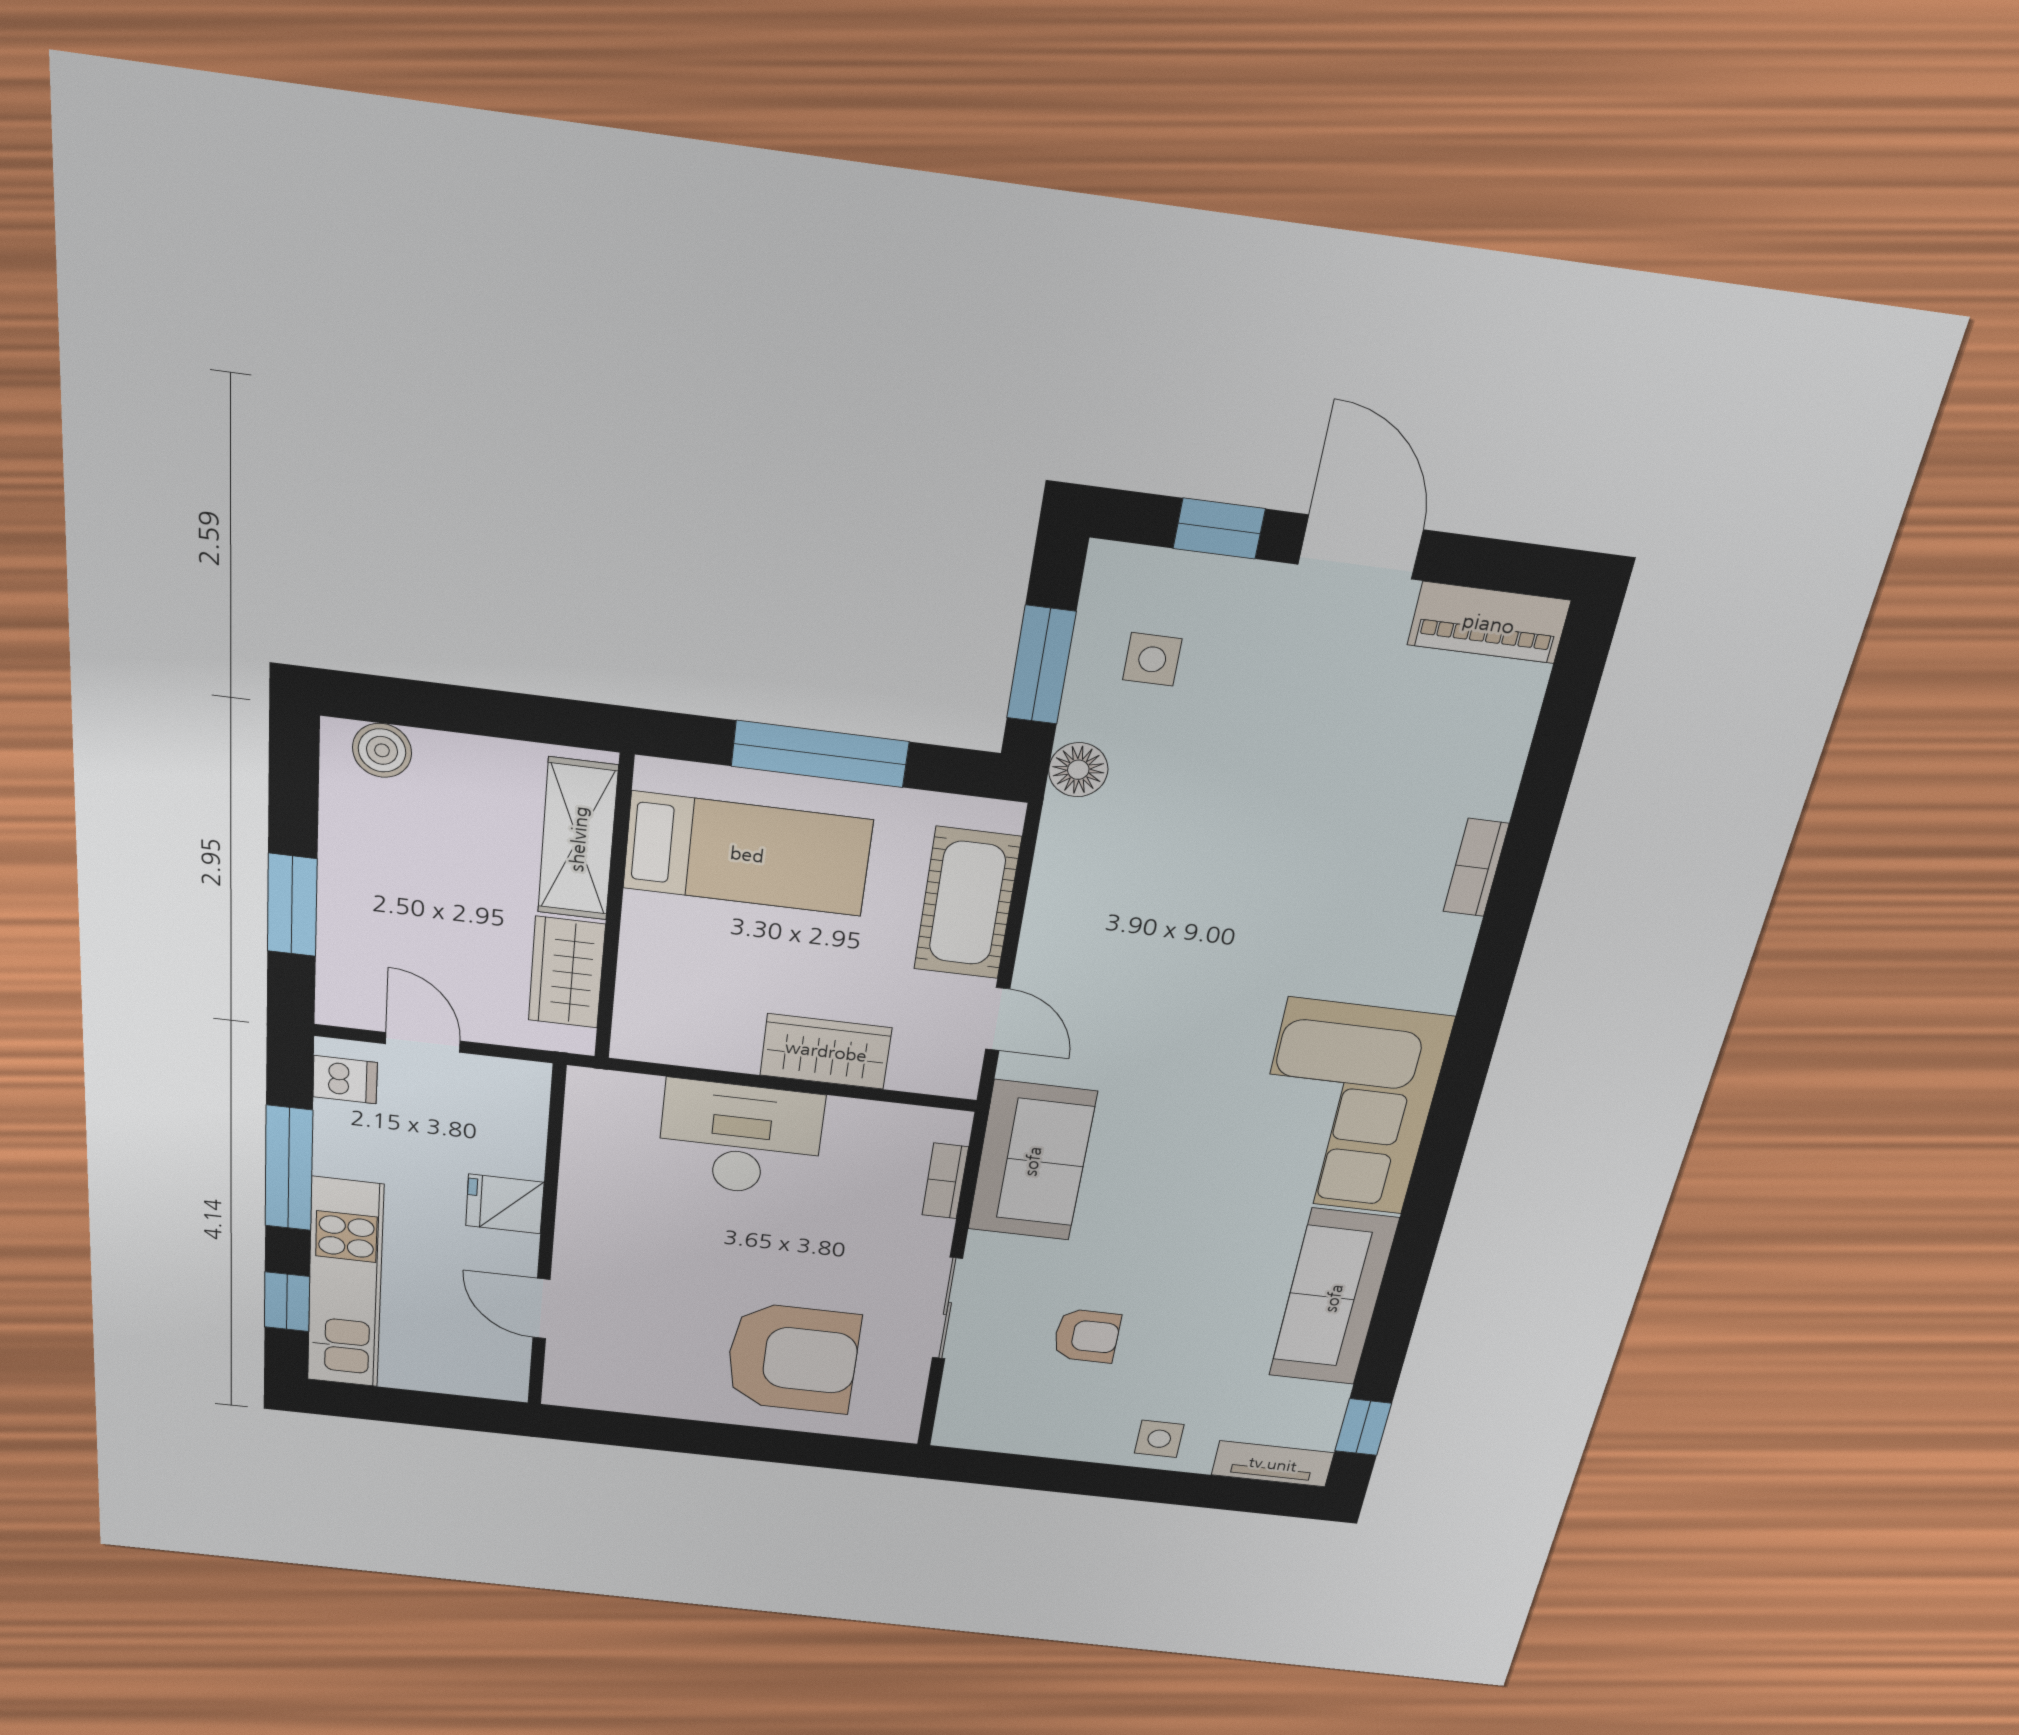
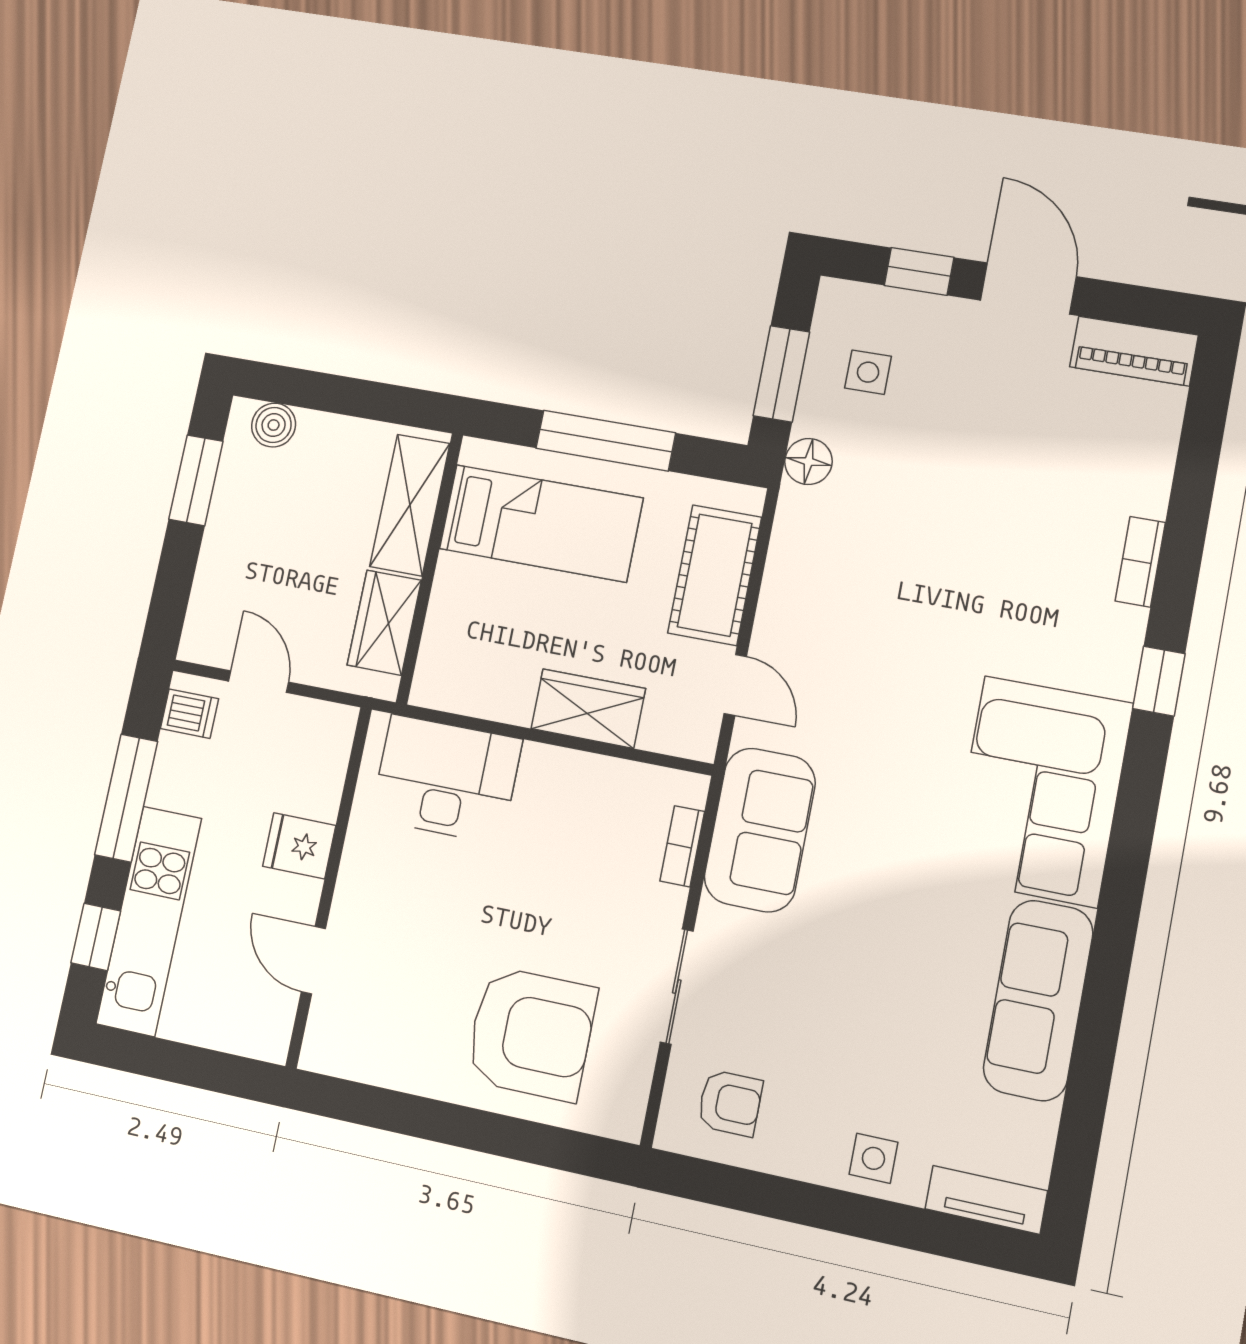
window: (292, 905) -> (196, 480), moved
desk: (740, 1139) -> (446, 779), moved
armchair: (1087, 1336) -> (730, 1103), moved
window: (1363, 1427) -> (1159, 681), moved

